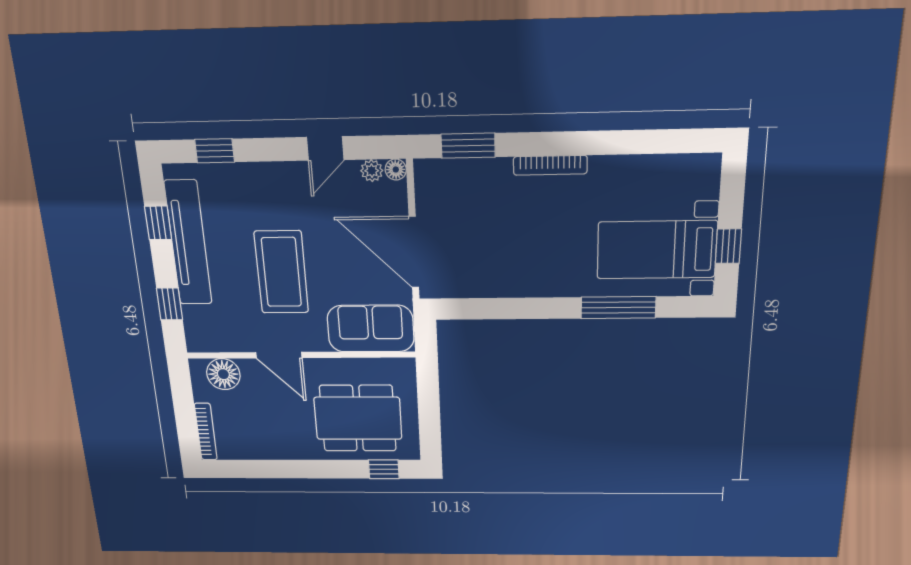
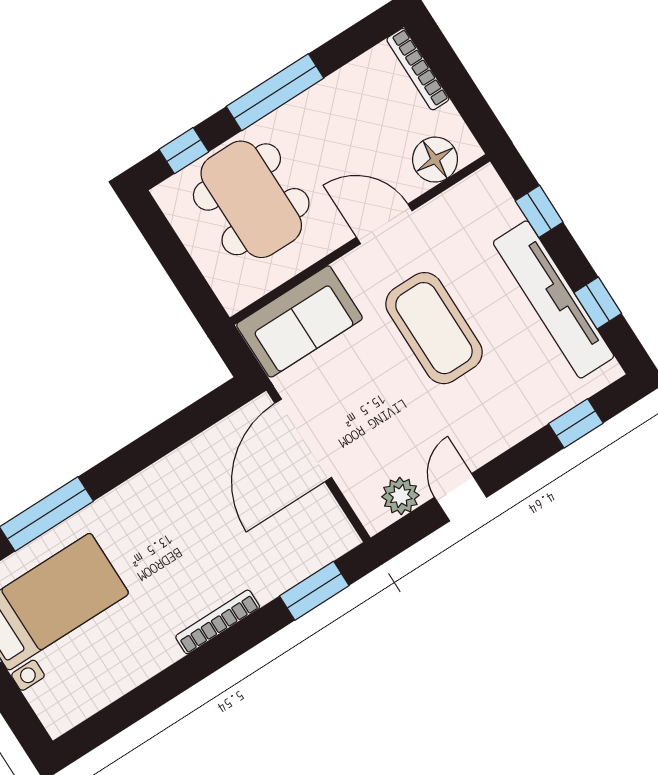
floor lamp: (396, 170) -> (374, 520), removed
plant: (372, 171) -> (400, 496), width x1.38, depth x1.38
door: (414, 252) -> (303, 440), swing flipped
dining table: (358, 418) -> (251, 199), turned 90
window: (306, 469) -> (275, 92), added

